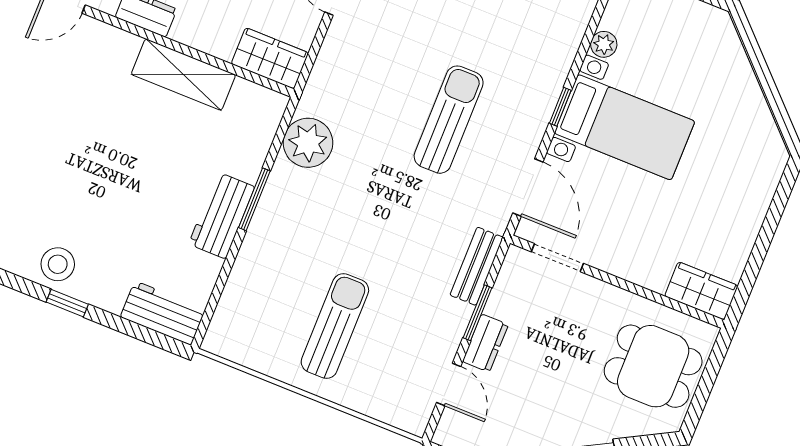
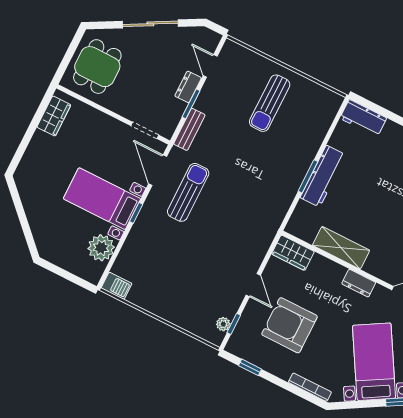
plant: (604, 44) -> (101, 248), width x1.88, depth x1.88
sun lounger: (449, 120) -> (188, 192), moved, turned 180
plant: (308, 143) -> (276, 205), removed
workbench: (222, 215) -> (323, 176), width x1.38
wardrobe: (701, 291) -> (54, 116), moved, turned -90
dining table: (653, 366) -> (97, 67), turned 90

